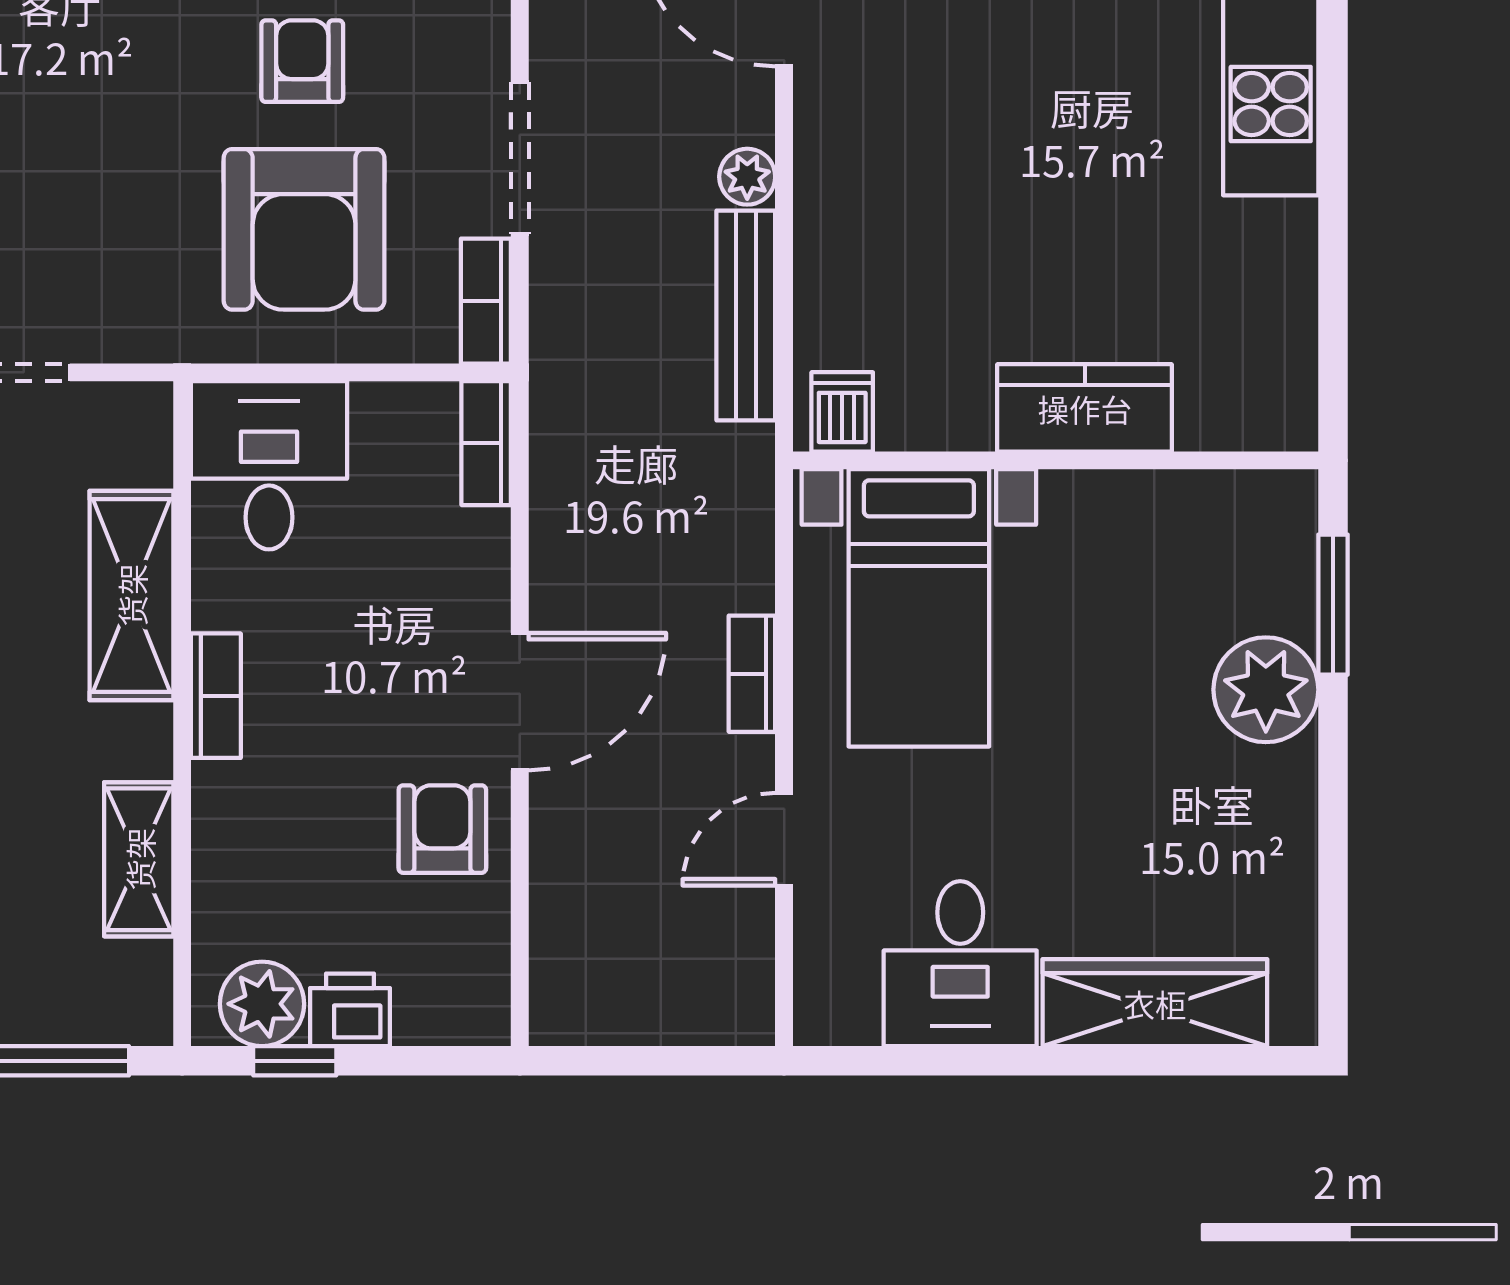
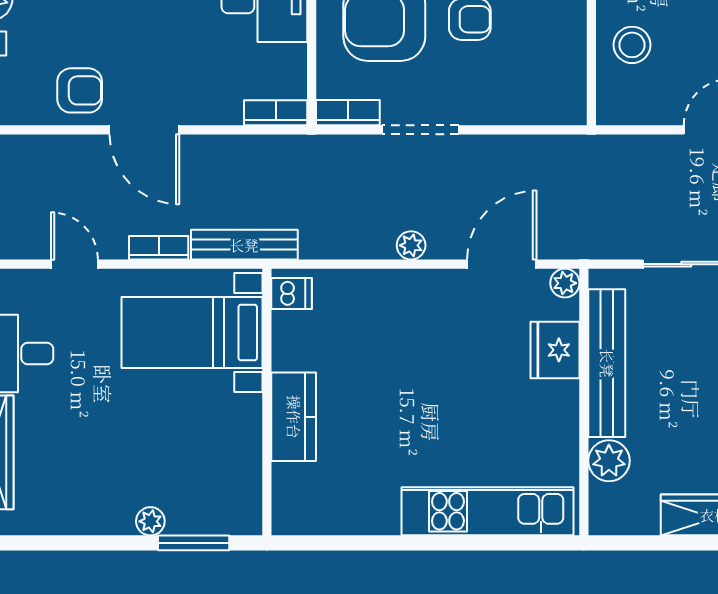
bench: (746, 315) -> (244, 245), moved
plant: (1266, 690) -> (150, 521), width x0.53, depth x0.53

